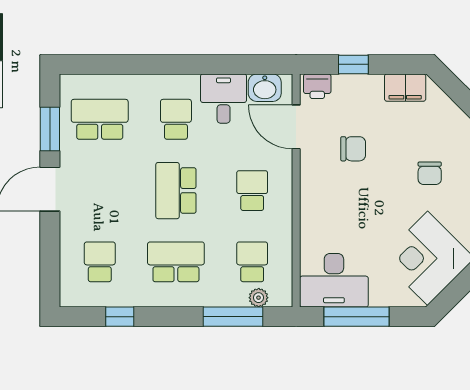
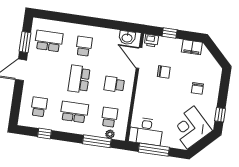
desk: (224, 99) -> (107, 40), removed
school desk: (252, 191) -> (114, 84), turned -90

